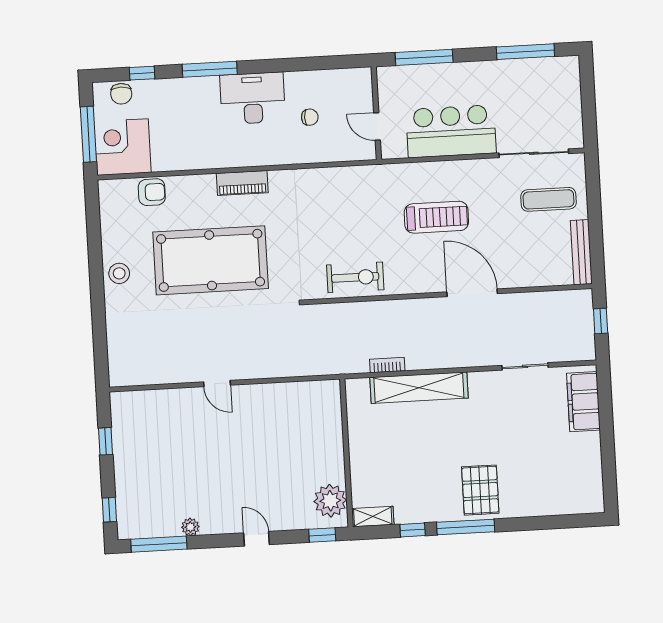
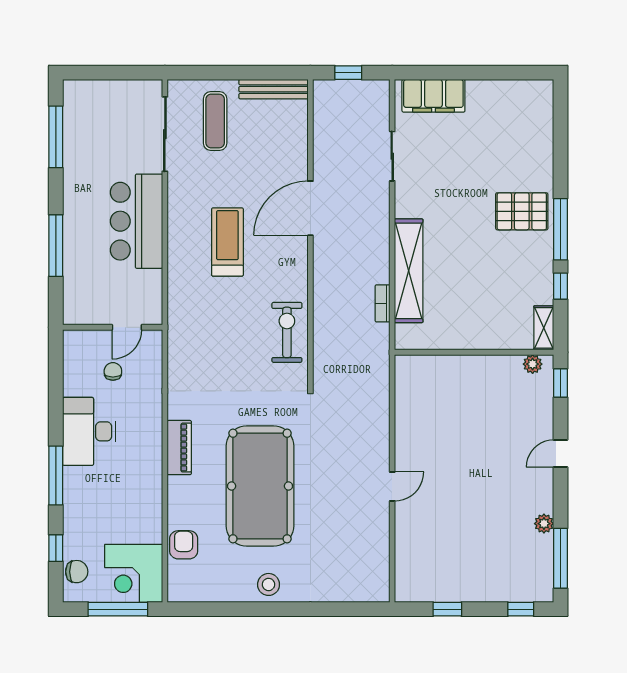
wall: (376, 113) -> (113, 327), moved
door: (377, 126) -> (127, 327), moved
plant: (330, 501) -> (533, 364), width x0.53, depth x0.53

